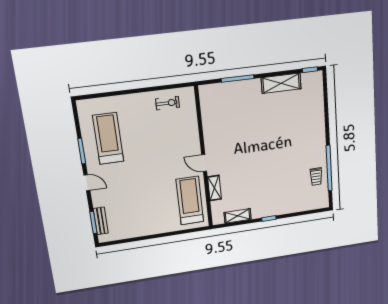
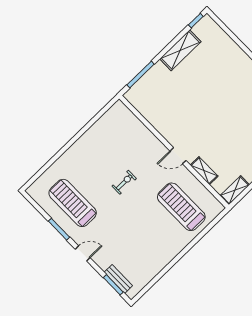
exercise bike: (168, 103) -> (124, 182), moved
wall: (204, 158) -> (174, 152), moved
door: (204, 163) -> (178, 156), moved
shelving: (215, 188) -> (204, 171), moved

